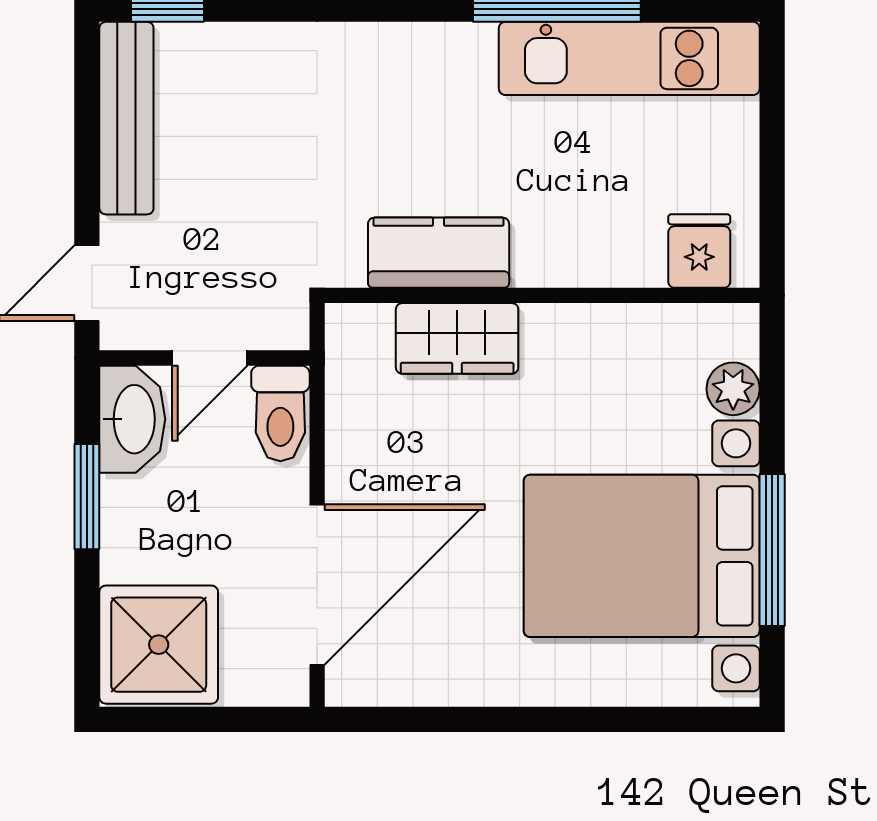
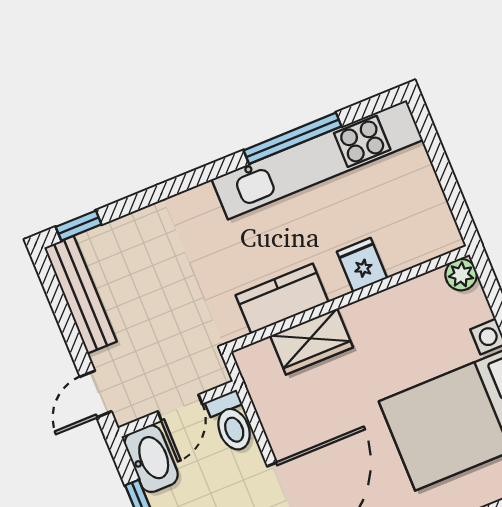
kitchen unit: (629, 58) -> (317, 160), width x1.36
fridge: (699, 251) -> (362, 265), moved
plant: (733, 389) -> (461, 275), moved

